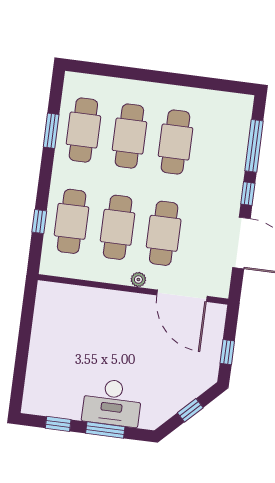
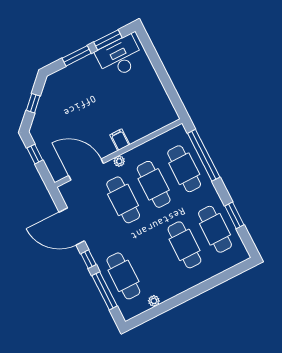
plant: (207, 97) -> (154, 301), added
cafe table: (175, 142) -> (123, 276), moved
window: (39, 222) -> (204, 155), width x3.17
filing cabinet: (121, 303) -> (120, 140), added
desk: (112, 402) -> (120, 57), moved
window: (58, 424) -> (108, 40), width x1.50

